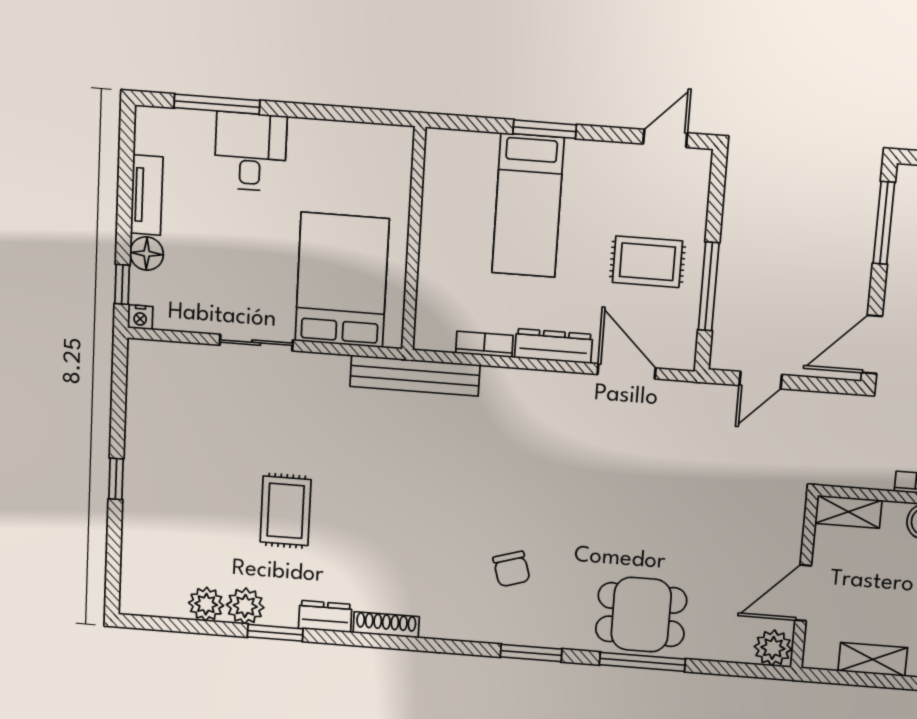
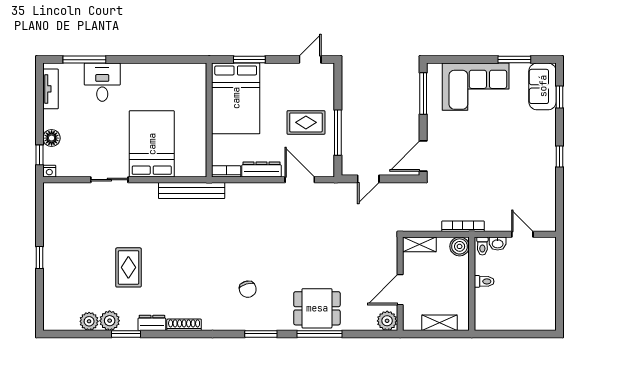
tv unit: (147, 195) -> (51, 89), moved
bed: (528, 205) -> (236, 98), width x1.50
wall: (414, 239) -> (209, 120), moved

